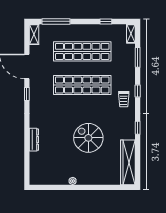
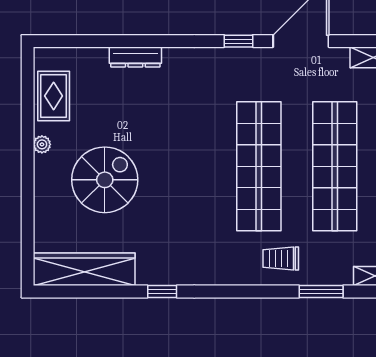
window: (138, 91) -> (245, 291), removed
trolley: (124, 99) -> (281, 259), moved
spiral stairs: (88, 138) -> (105, 180), moved
rug: (51, 176) -> (54, 96), added

